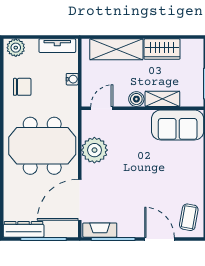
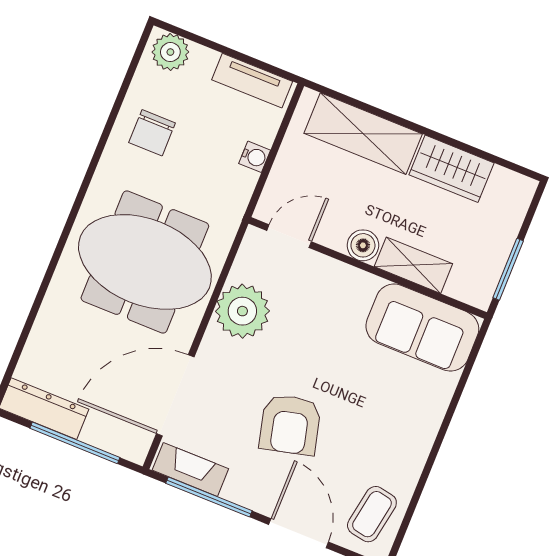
chair: (22, 87) -> (152, 133), turned 90
armchair: (136, 192) -> (290, 425), added

